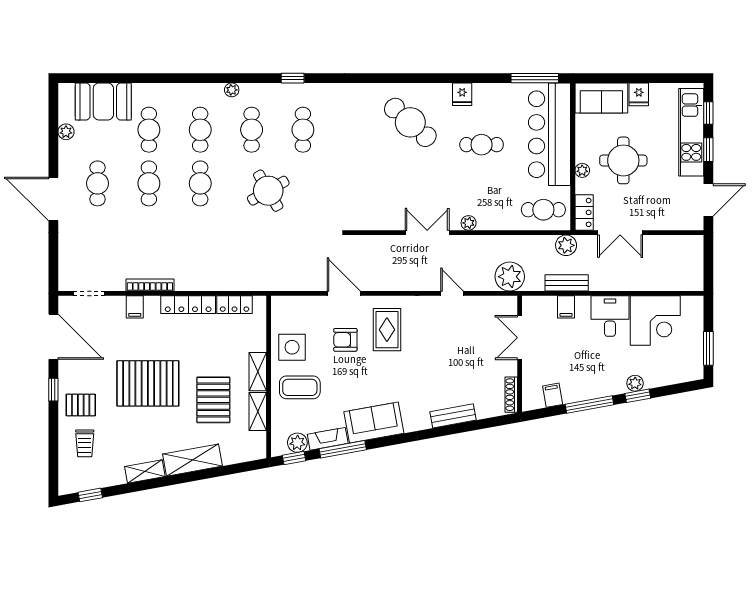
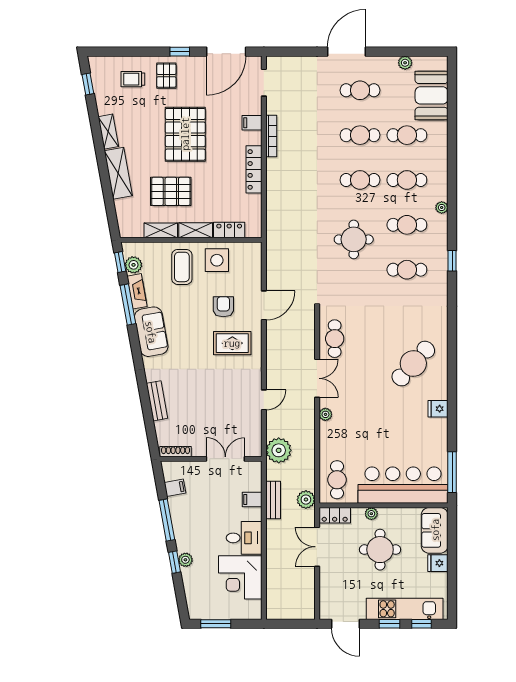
cafe table: (482, 145) -> (335, 339), moved
round table: (268, 191) -> (354, 239), turned 30
locker: (235, 305) -> (229, 230), moved, turned 90

